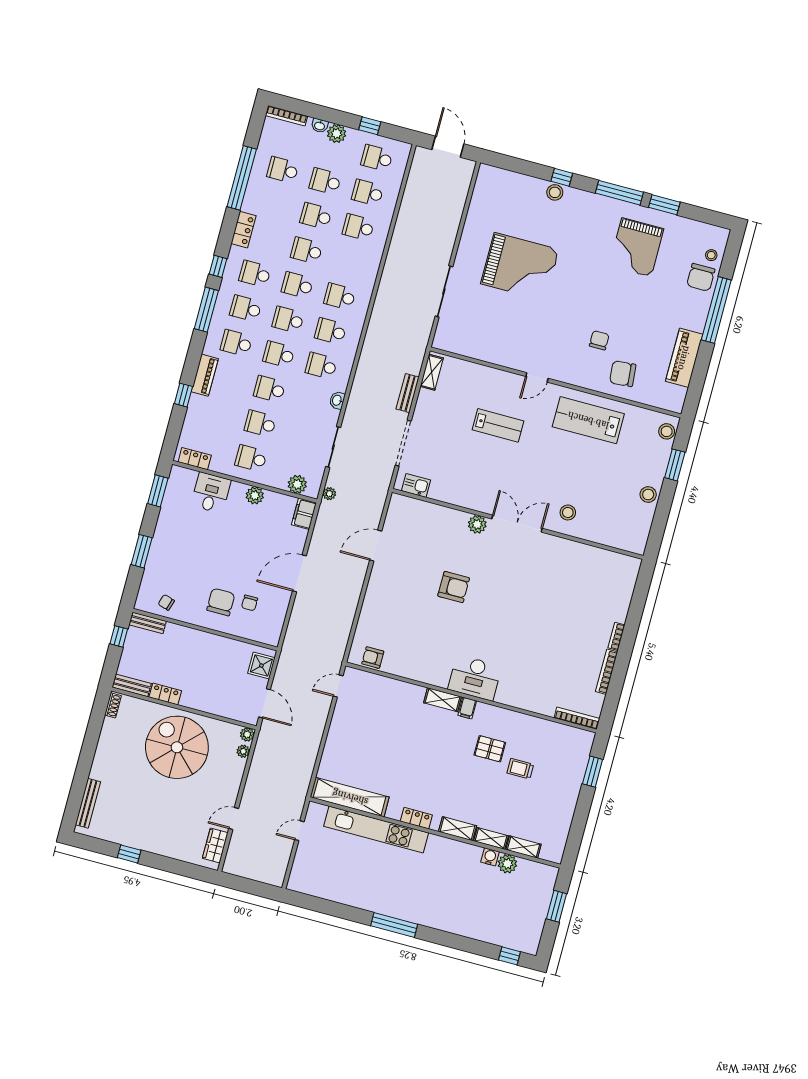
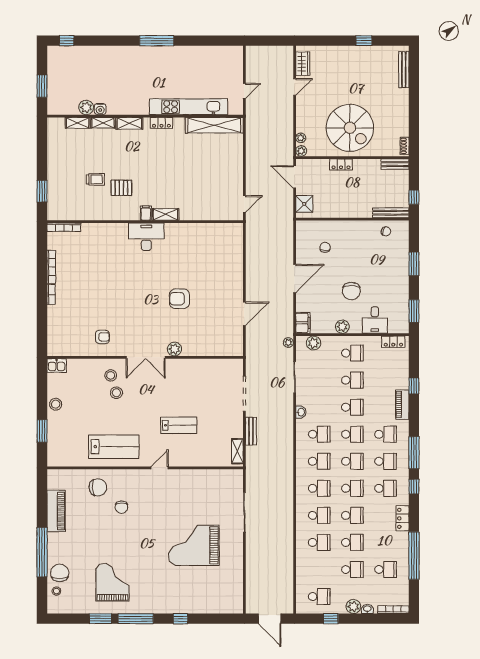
stool: (555, 192) -> (183, 606), removed
school desk: (368, 193) -> (319, 515), moved
lab bench: (498, 425) -> (179, 425), turned 180
stool: (667, 431) -> (116, 393), moved
kitchen sink: (416, 485) -> (57, 366), moved
chair: (221, 602) -> (351, 291), moved
bench: (148, 623) -> (391, 213), width x1.36
armchair: (373, 658) -> (102, 337), moved
locker: (165, 694) -> (341, 164), moved

